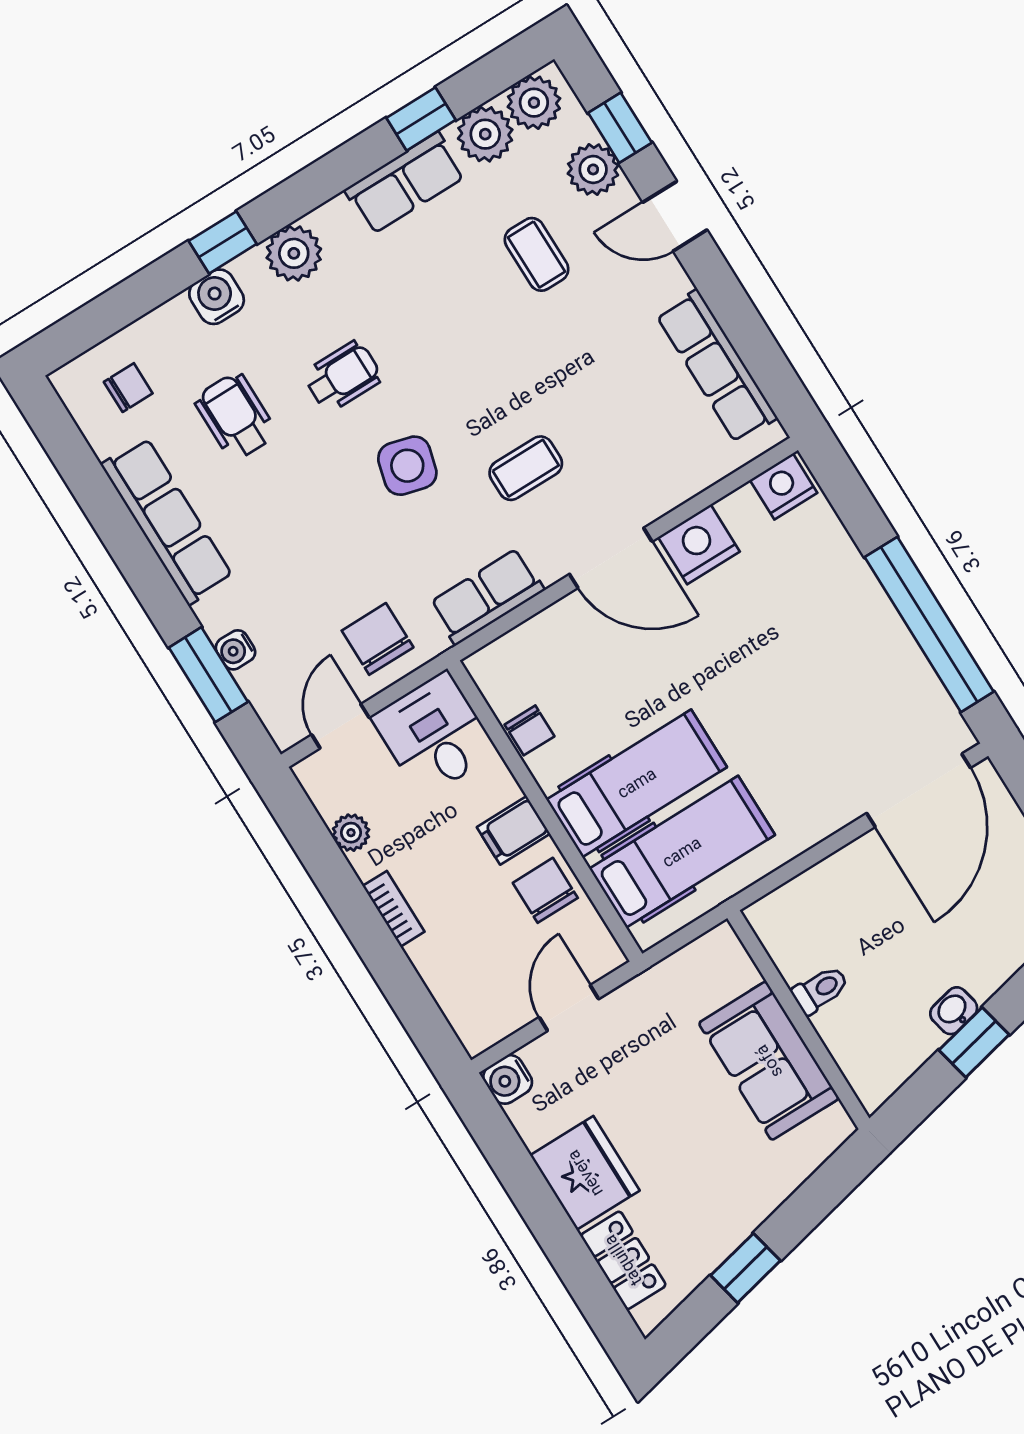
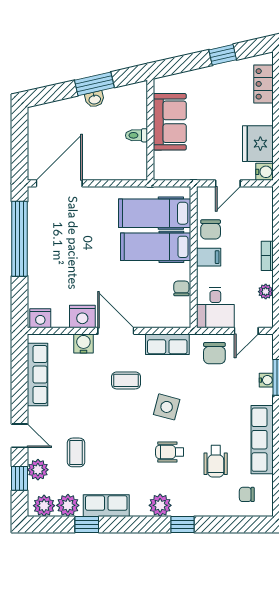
water cooler: (217, 297) -> (83, 343), moved, turned 180
window: (974, 1042) -> (94, 84), width x1.50
fridge: (585, 1173) -> (258, 144), moved

